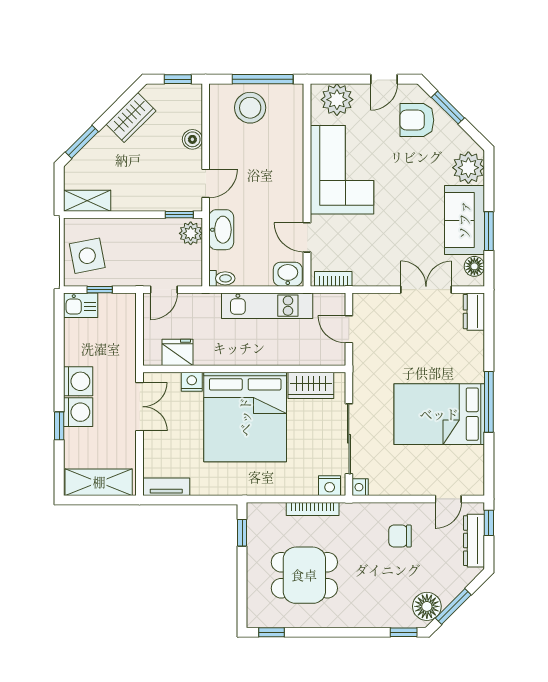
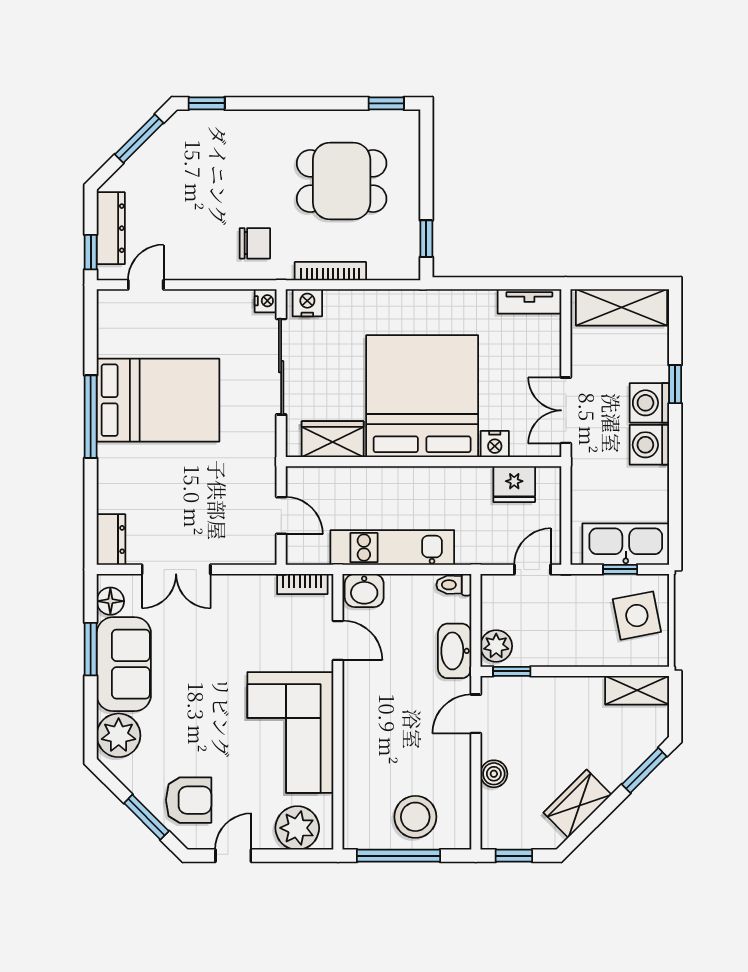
kitchen sink: (81, 305) -> (626, 544), width x1.88, depth x1.24
chair: (400, 536) -> (255, 243), moved
floor lamp: (427, 606) -> (175, 139), removed

